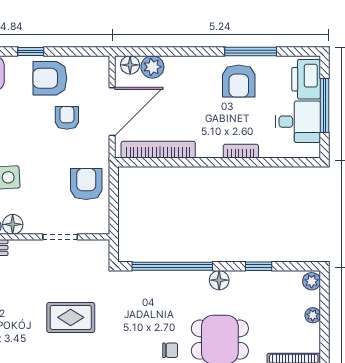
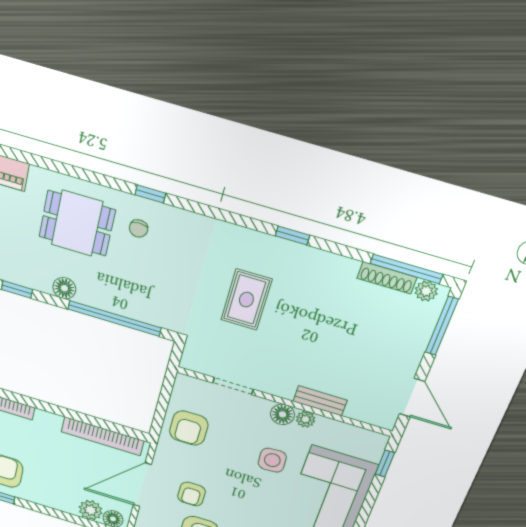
rug: (71, 317) -> (246, 300), turned 90
chair: (170, 350) -> (139, 229), turned -90

